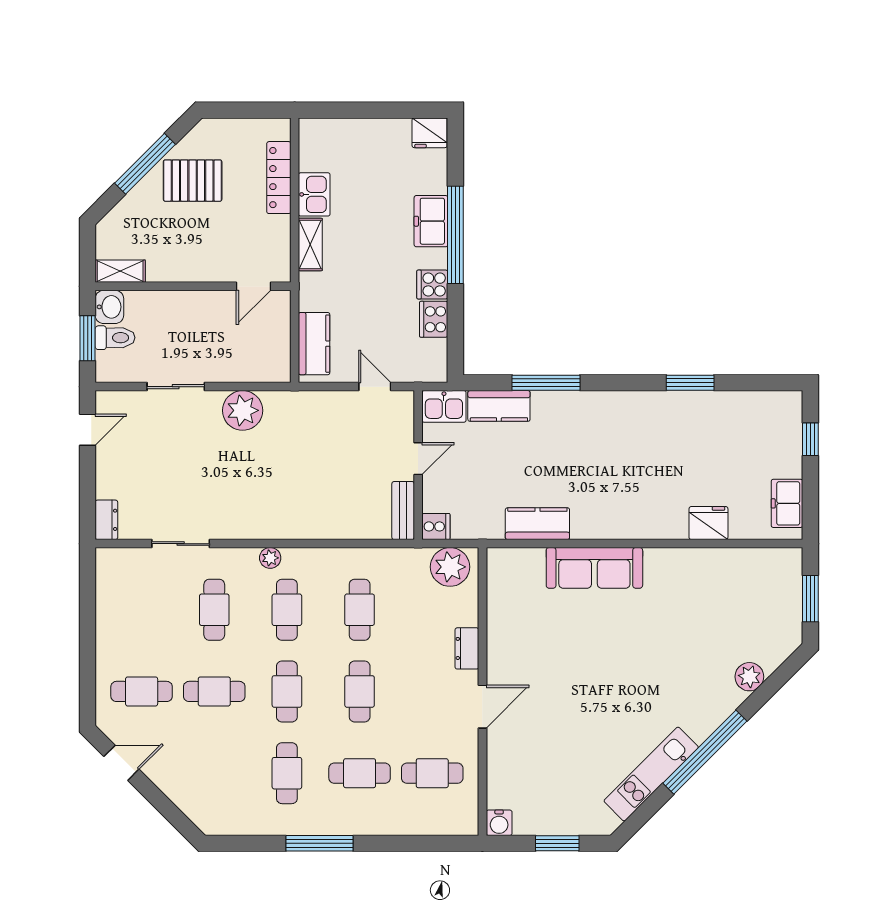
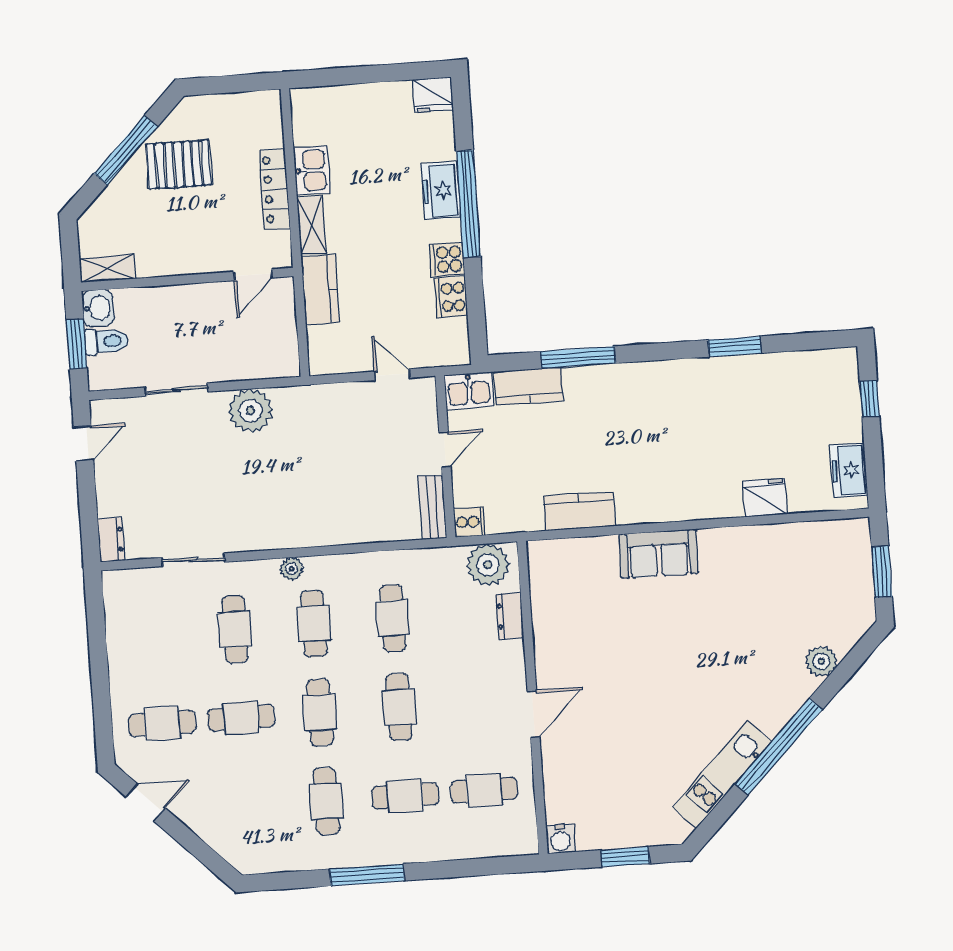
locker: (279, 178) -> (275, 189), moved
kitchen counter: (314, 344) -> (320, 290), moved
sofa: (594, 568) -> (659, 554), width x0.73
dresser: (467, 648) -> (510, 616), moved

